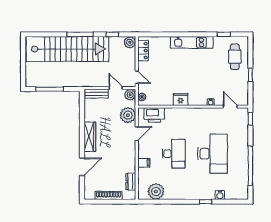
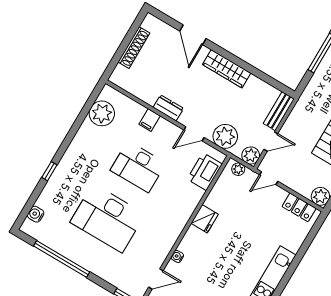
door: (137, 134) -> (194, 134), hinge flipped
dresser: (131, 182) -> (168, 108), moved
water cooler: (220, 195) -> (36, 214), moved

